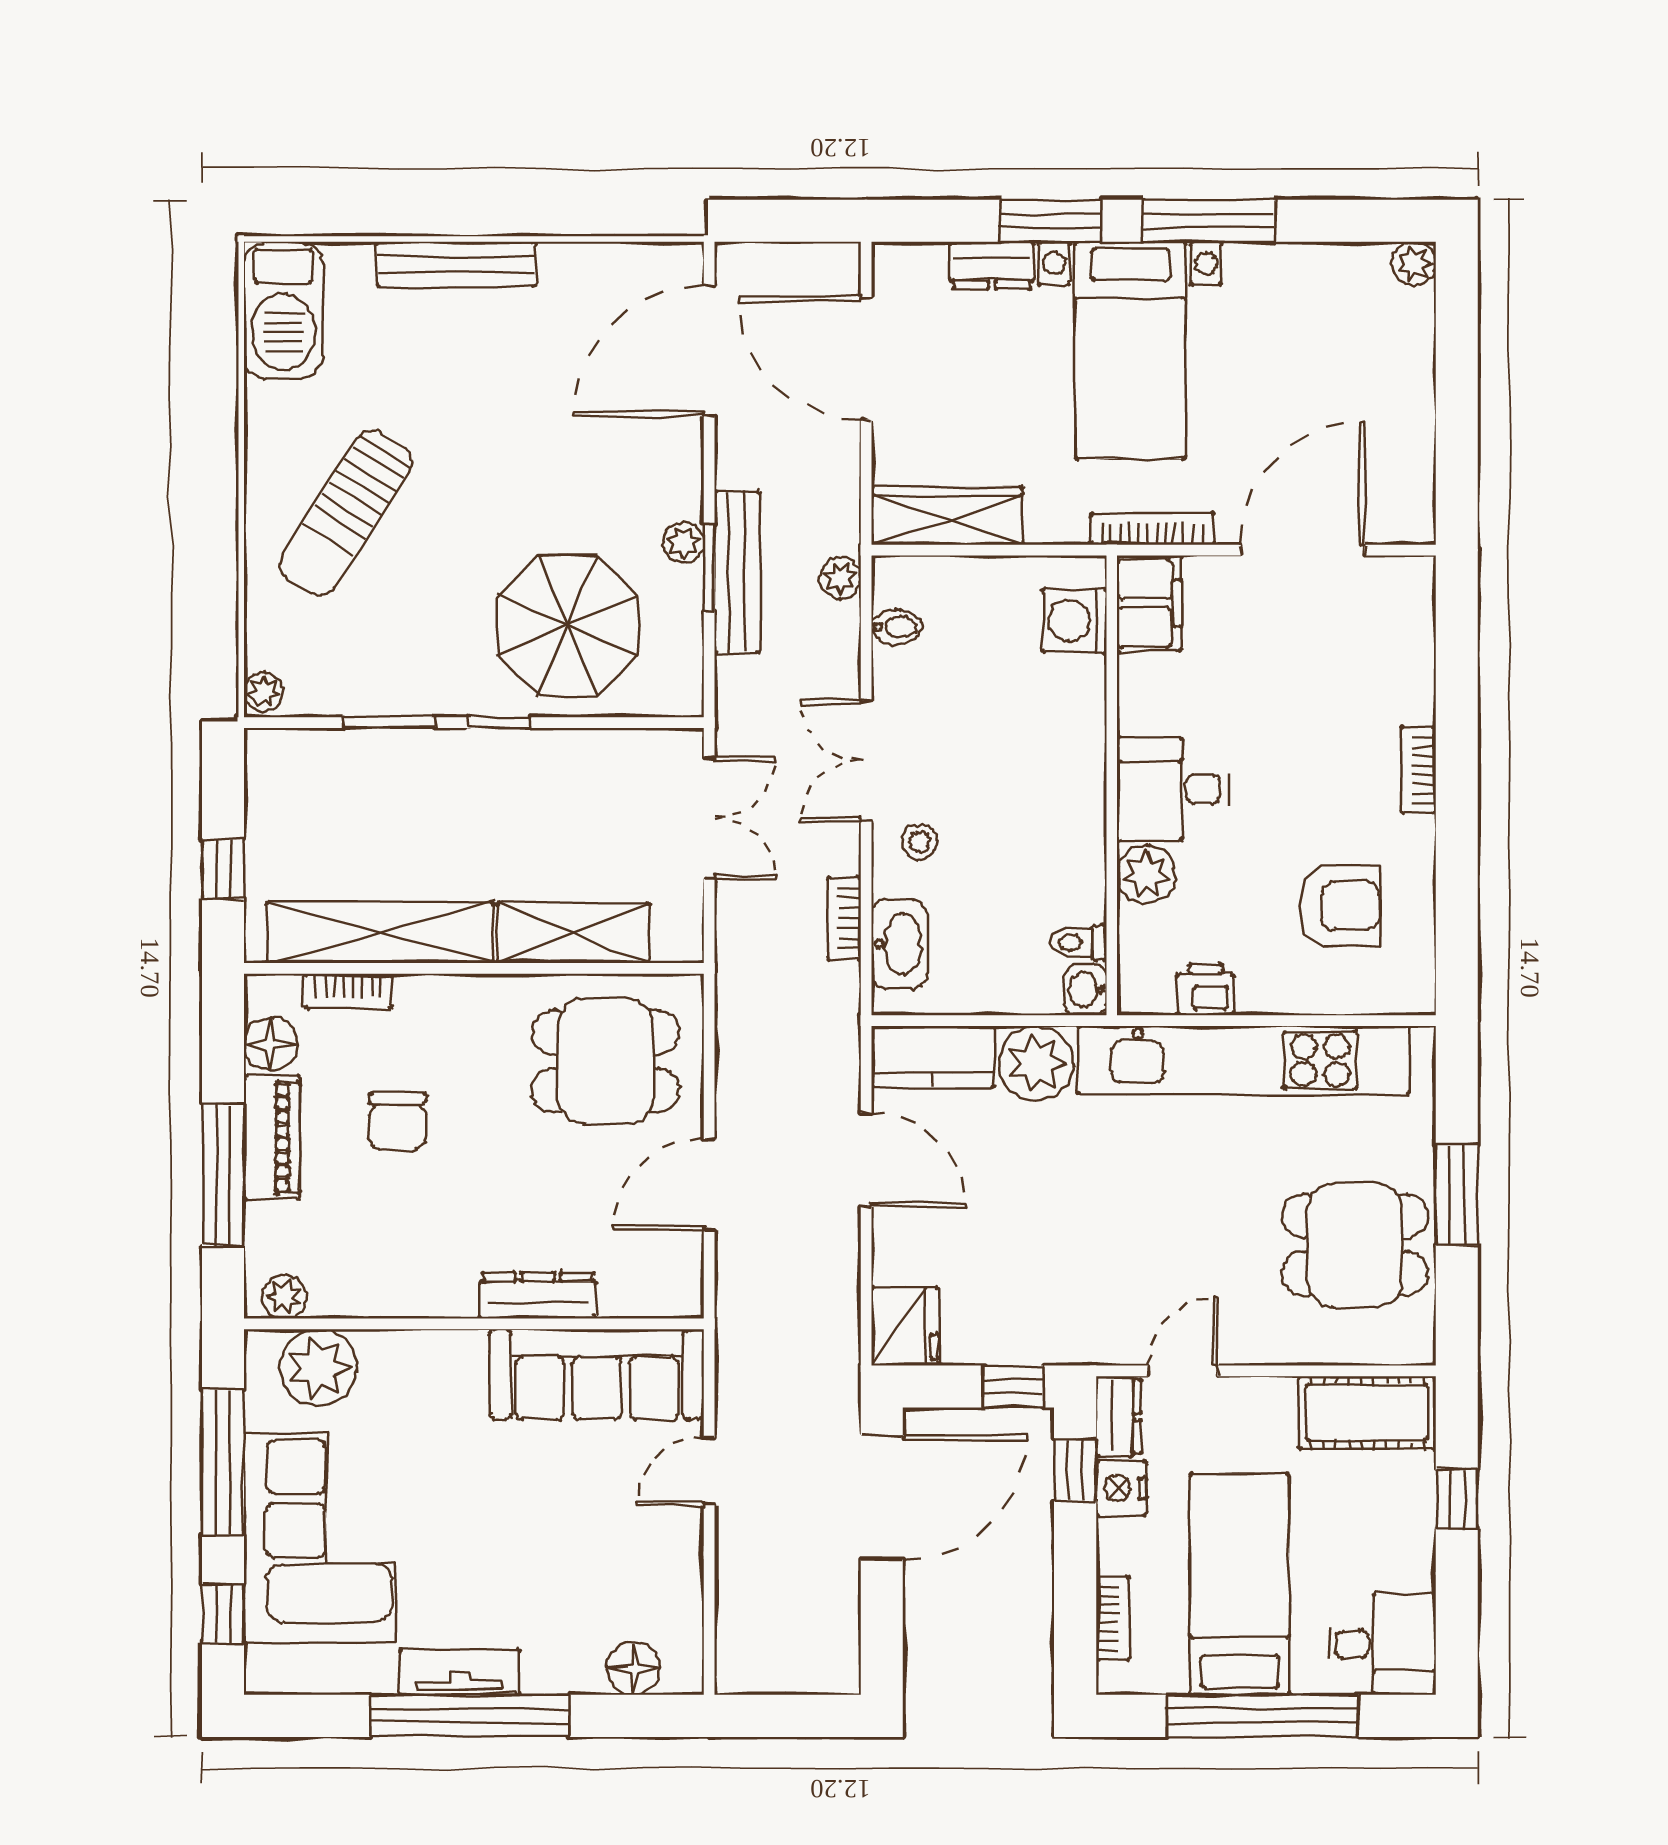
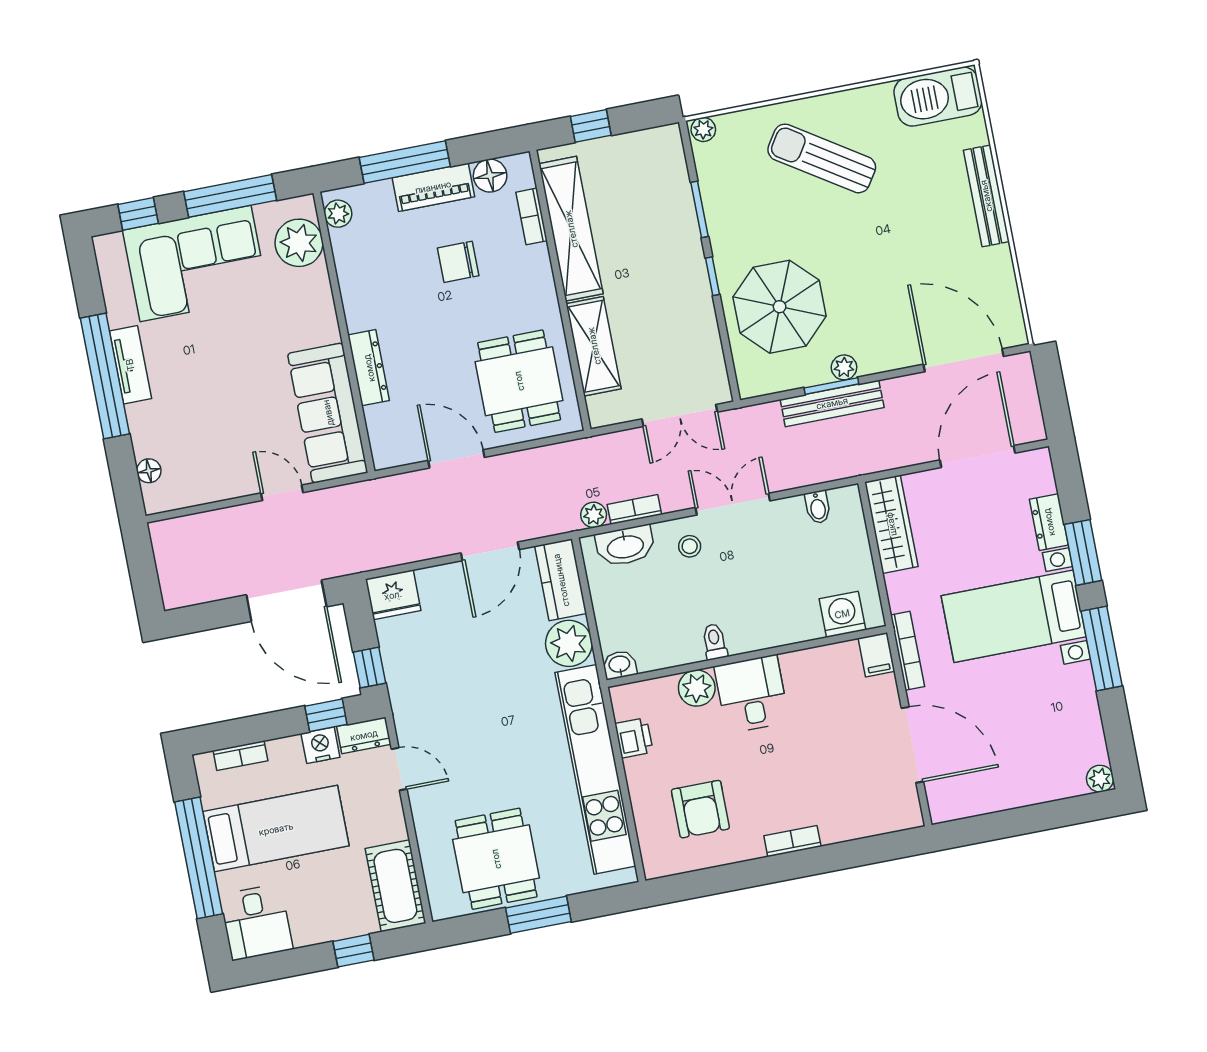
plant: (840, 578) -> (594, 515), moved
filing cabinet: (1149, 603) -> (877, 655), width x0.50
toilet: (1078, 943) -> (715, 642), moved
floor lamp: (633, 1668) -> (149, 471), width x0.73, depth x0.73

